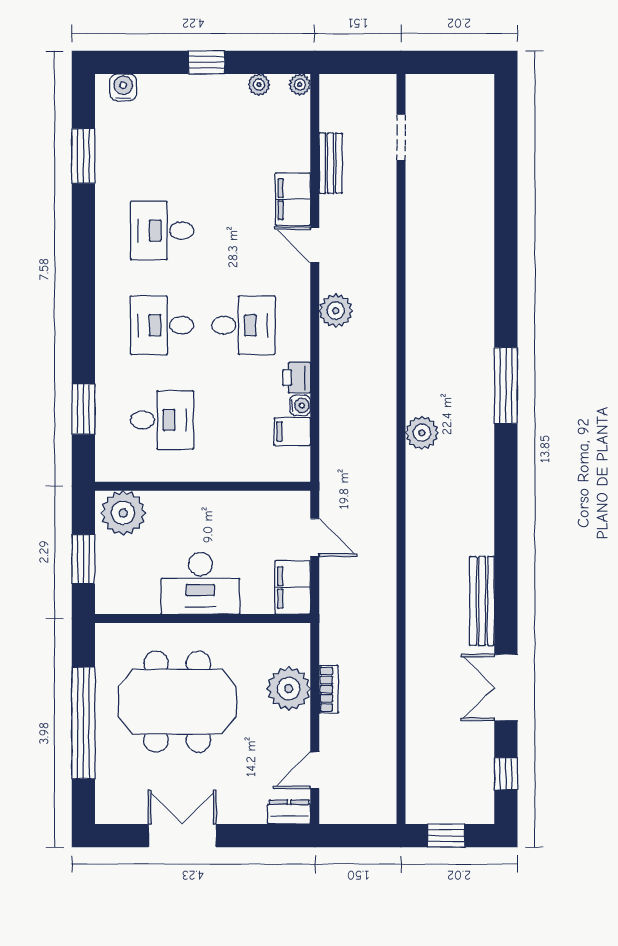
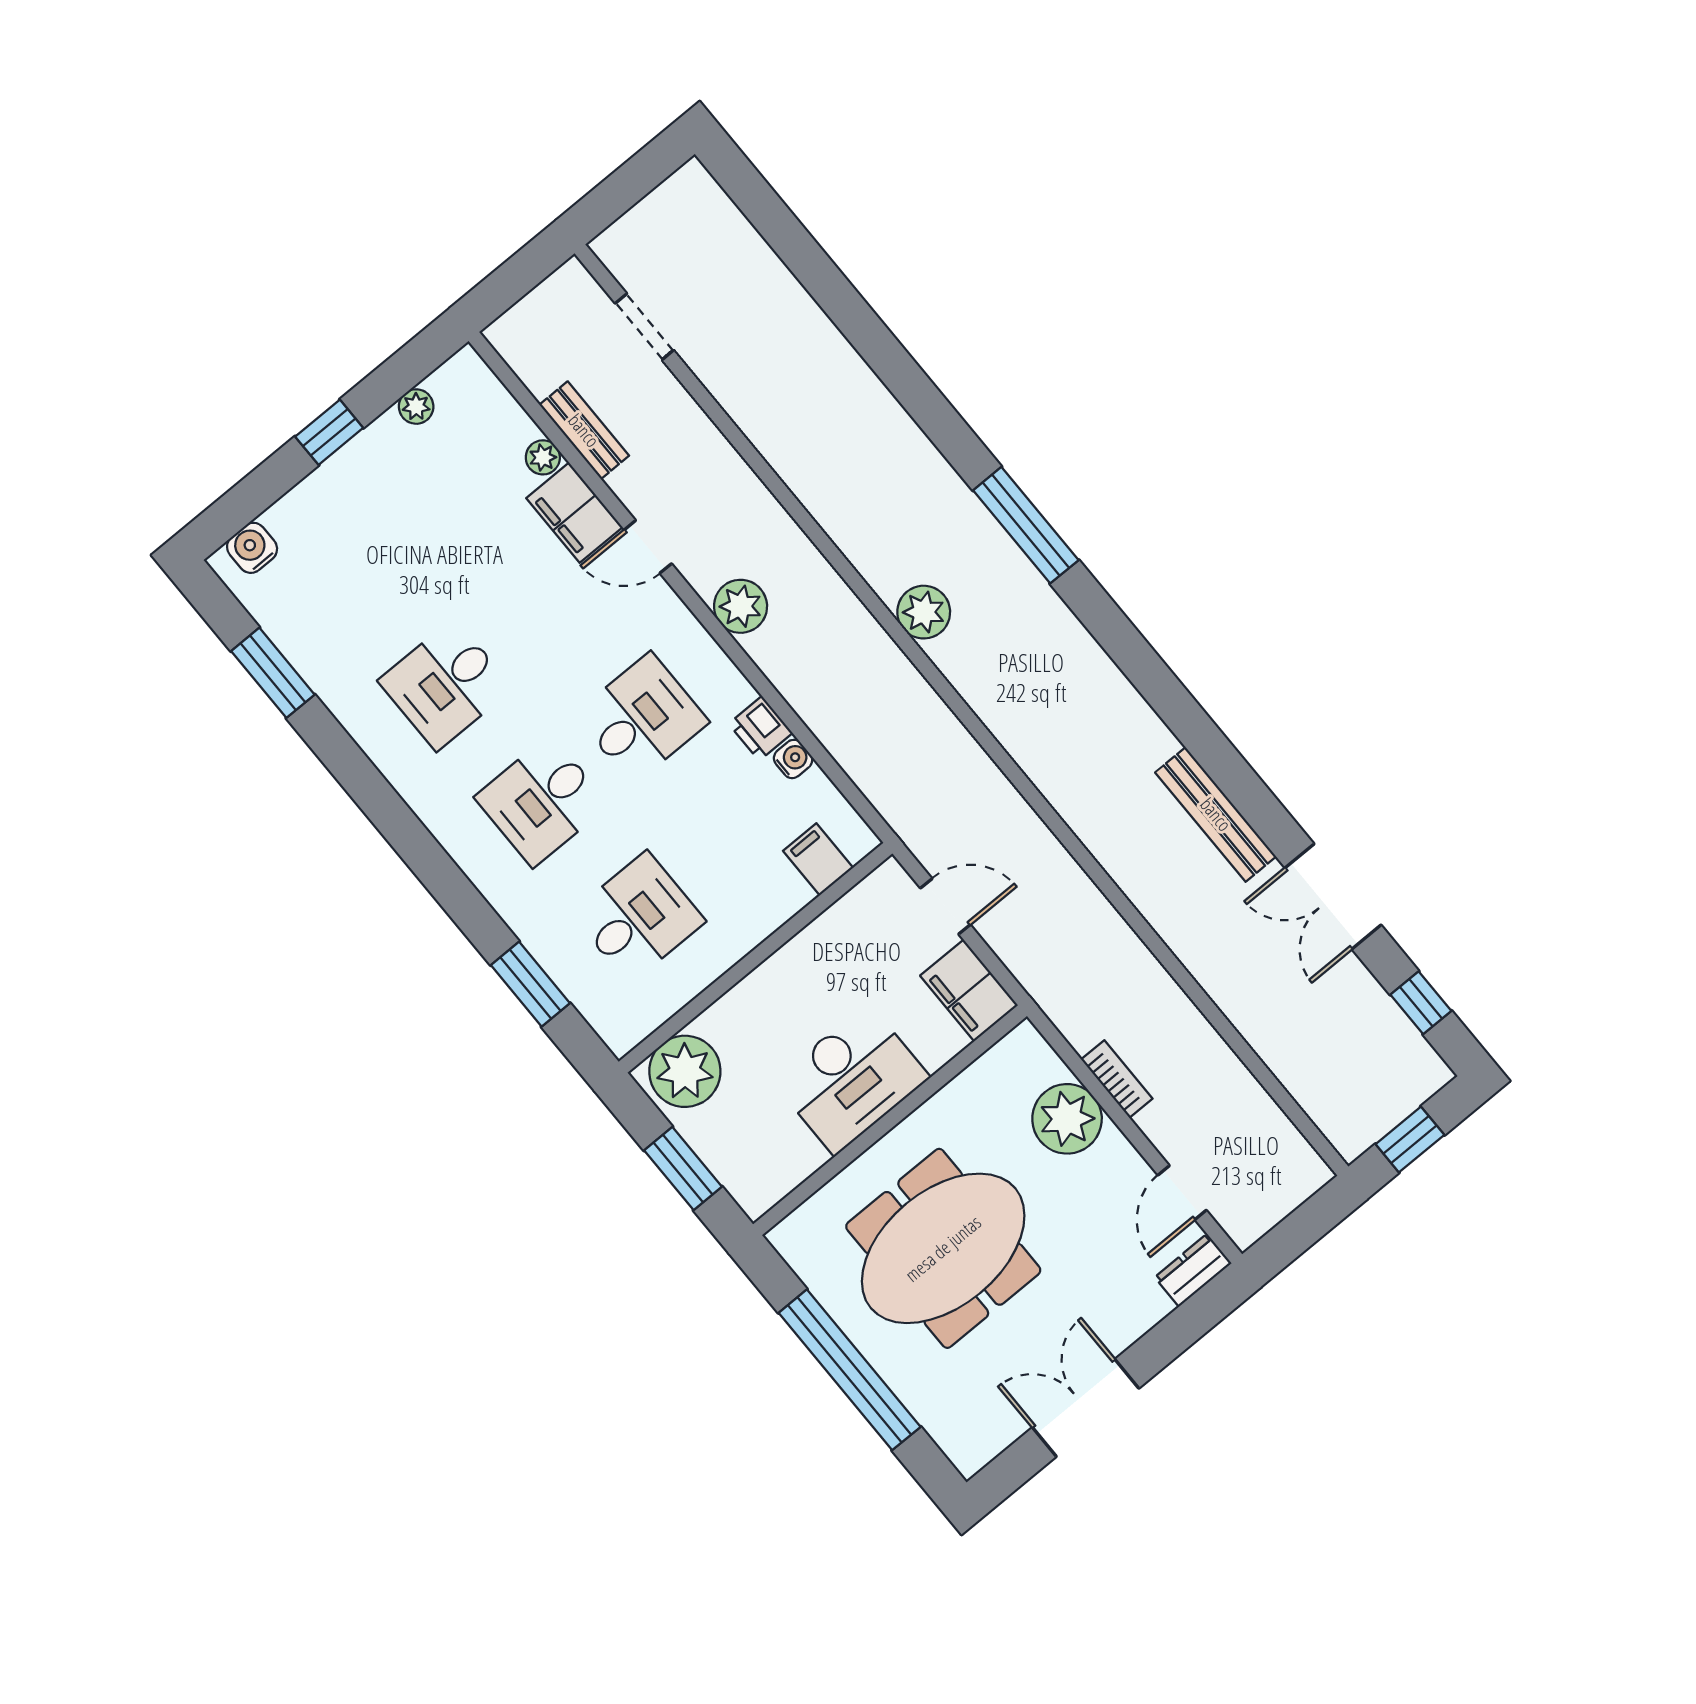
plant: (300, 85) -> (543, 457), moved
filing cabinet: (292, 432) -> (818, 859), moved, turned 90
plant: (422, 433) -> (924, 612), moved

